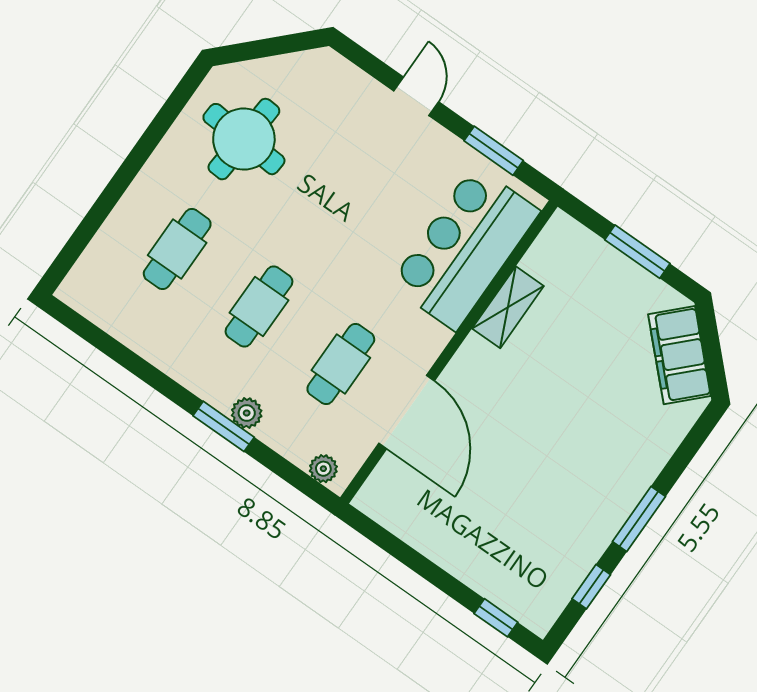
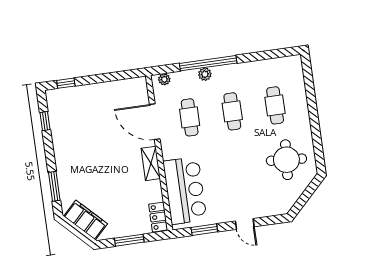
locker: (552, 245) -> (158, 217), added
shelving: (508, 307) -> (151, 163), moved
window: (224, 426) -> (208, 63), width x2.11
window: (639, 519) -> (54, 186), moved

